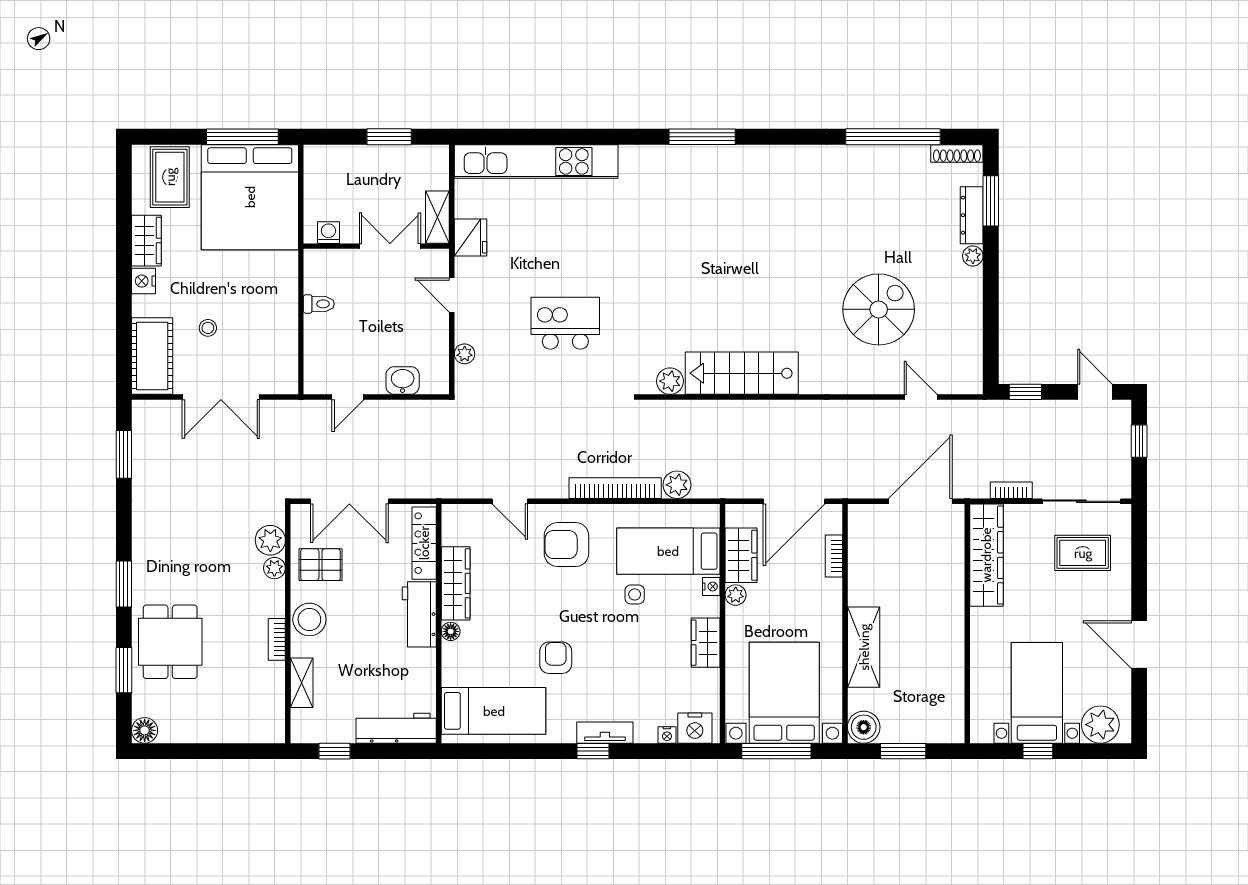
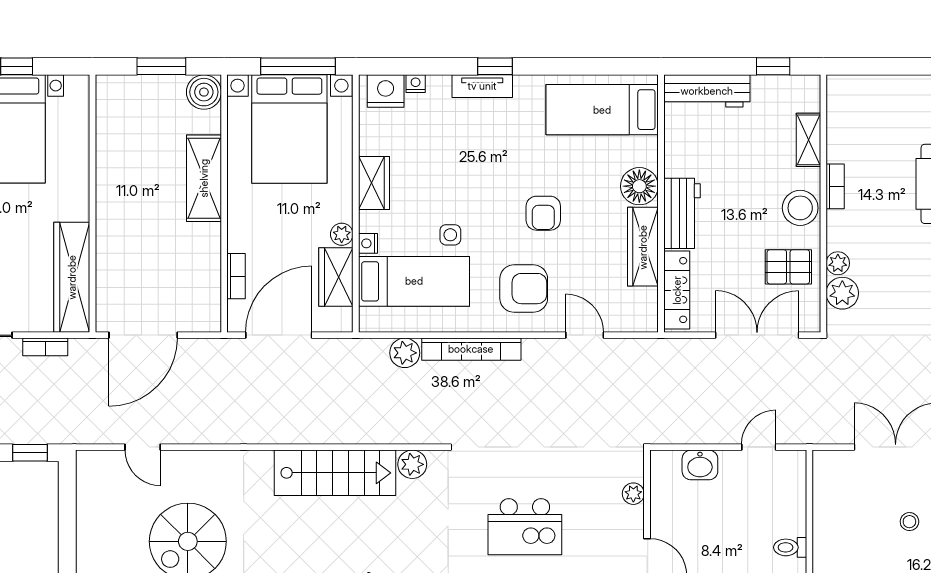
floor lamp: (451, 631) -> (639, 186), width x1.89, depth x1.89
armchair: (556, 658) -> (543, 213), moved

